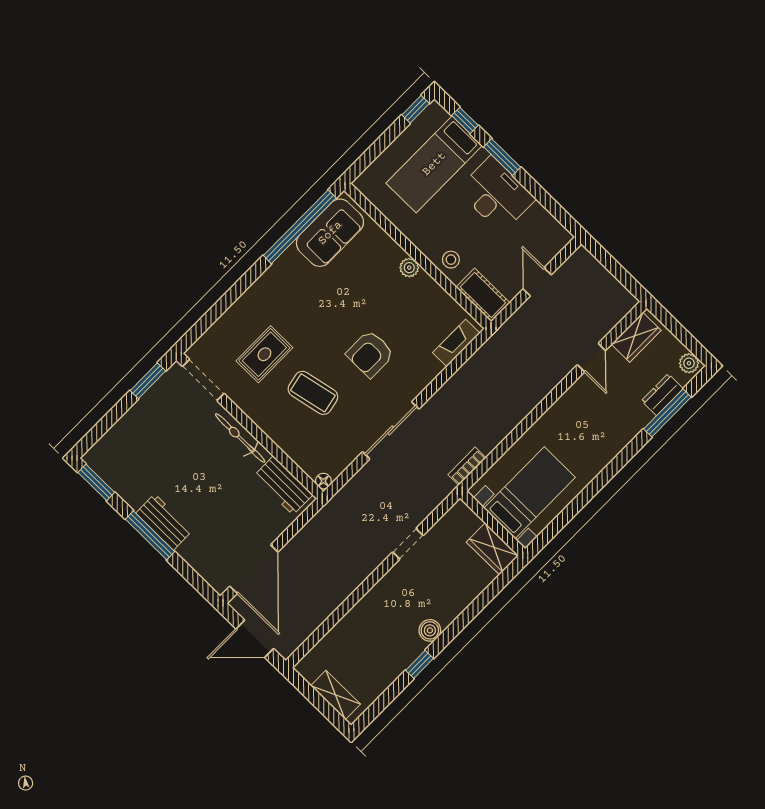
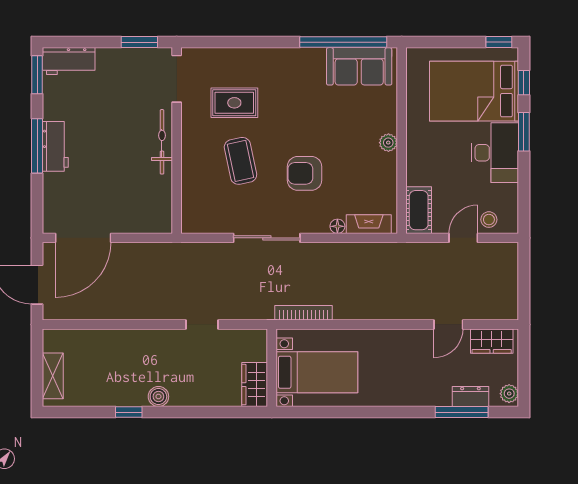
bed: (434, 164) -> (474, 91), width x1.50
stool: (451, 260) -> (489, 220), moved
bookcase: (467, 466) -> (304, 313), width x1.56
floor lamp: (323, 481) -> (337, 226), moved
workbench: (283, 485) -> (69, 61), moved, turned -90

